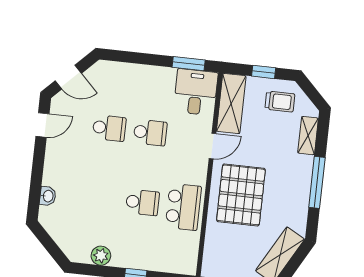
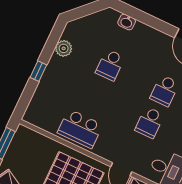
school desk: (142, 202) -> (110, 65), moved

